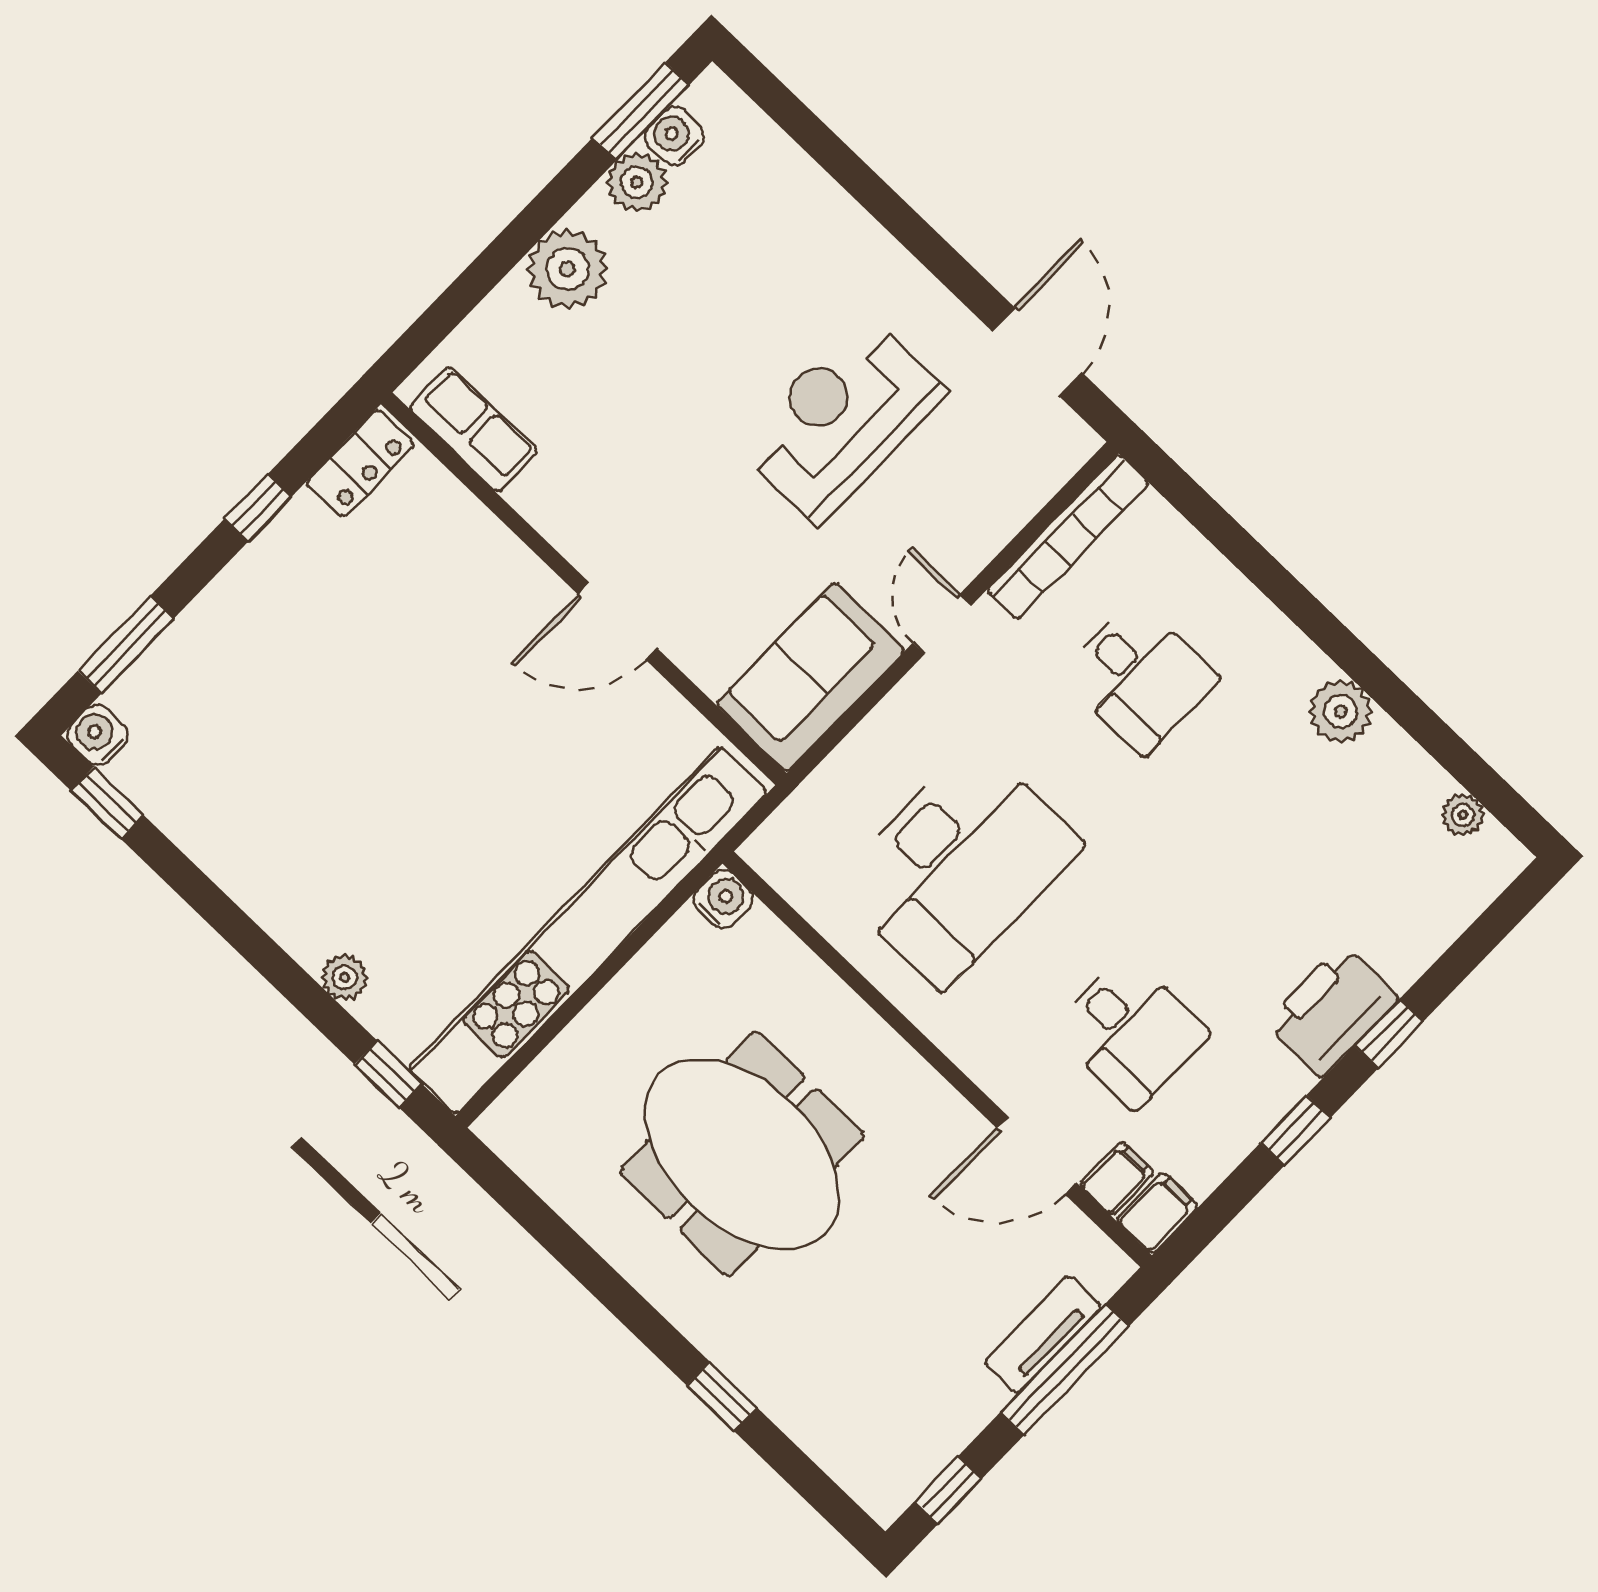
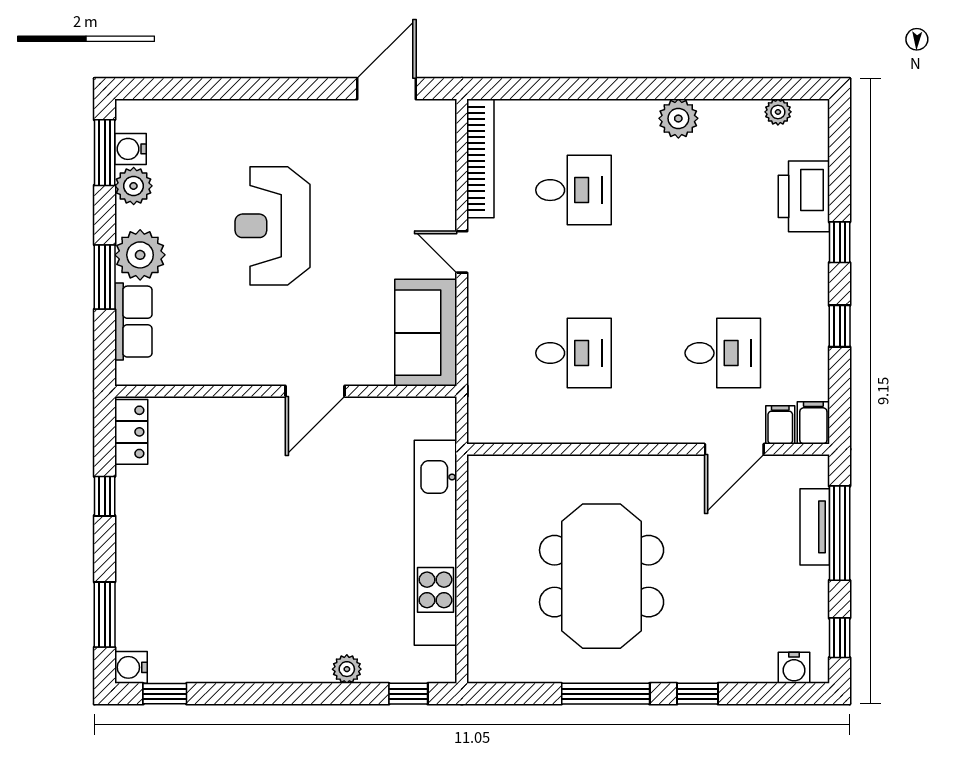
window: (502, 255) -> (105, 277), added
door: (1037, 352) -> (386, 89), hinge flipped
reception desk: (841, 419) -> (272, 226), moved
row of seats: (473, 429) -> (133, 322), moved, turned 90
desk: (958, 865) -> (573, 353), width x0.53, depth x0.77
water cooler: (723, 899) -> (794, 668), moved, turned 180
kitchen unit: (588, 930) -> (435, 543), width x0.73
printer: (1331, 1011) -> (804, 196), moved
meeting table: (742, 1154) -> (602, 576), turned 90
window: (616, 1294) -> (606, 694), added

